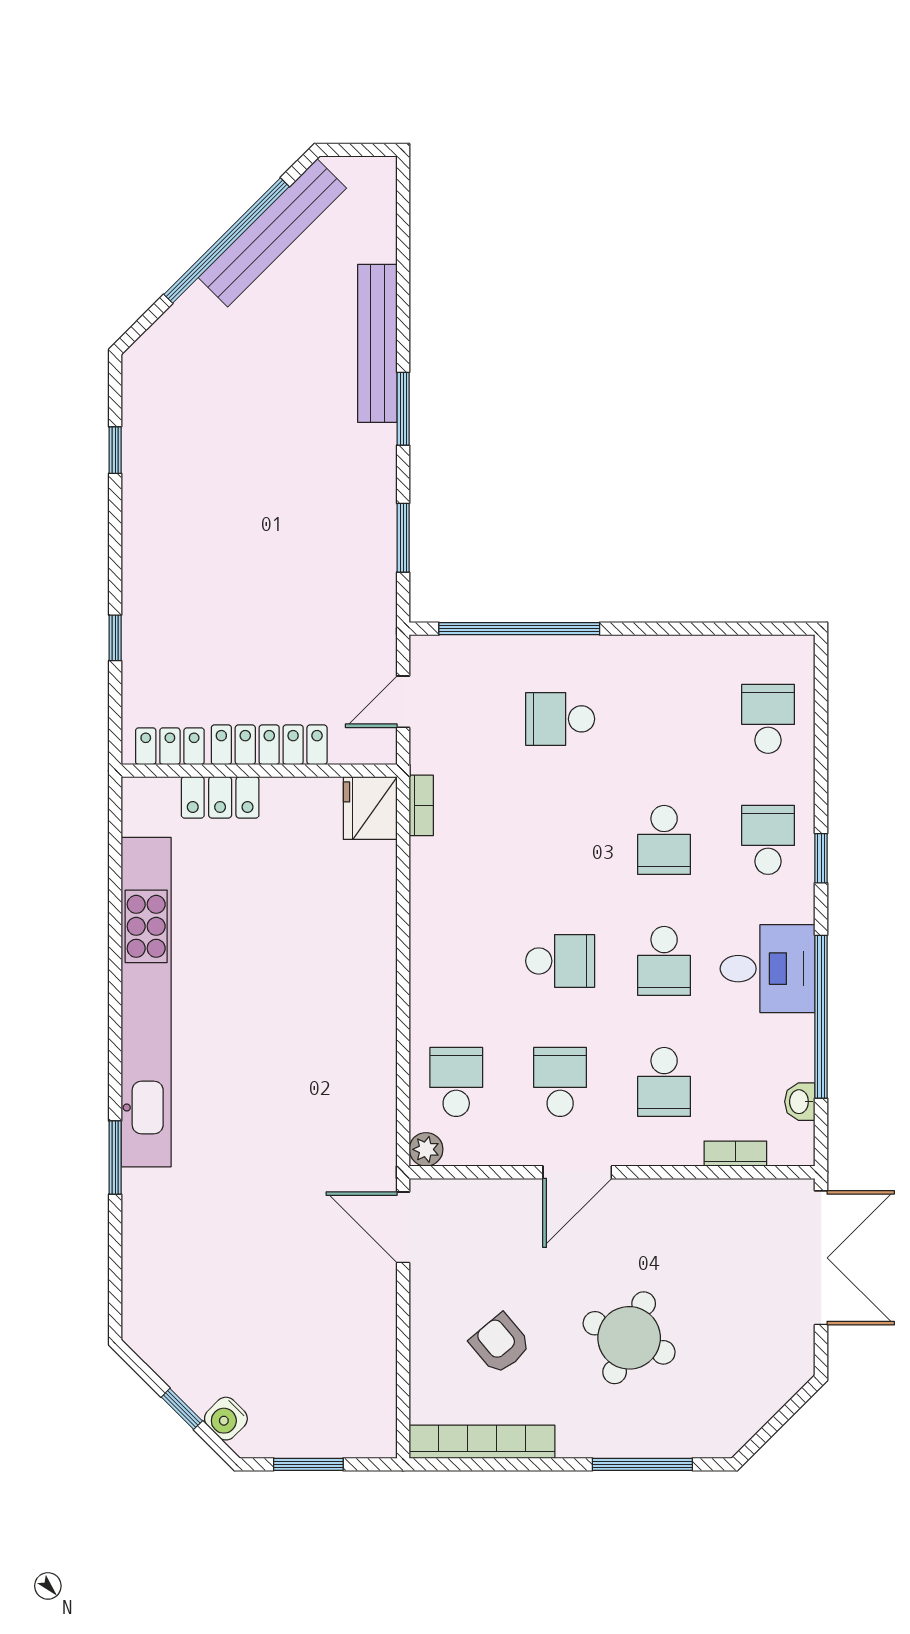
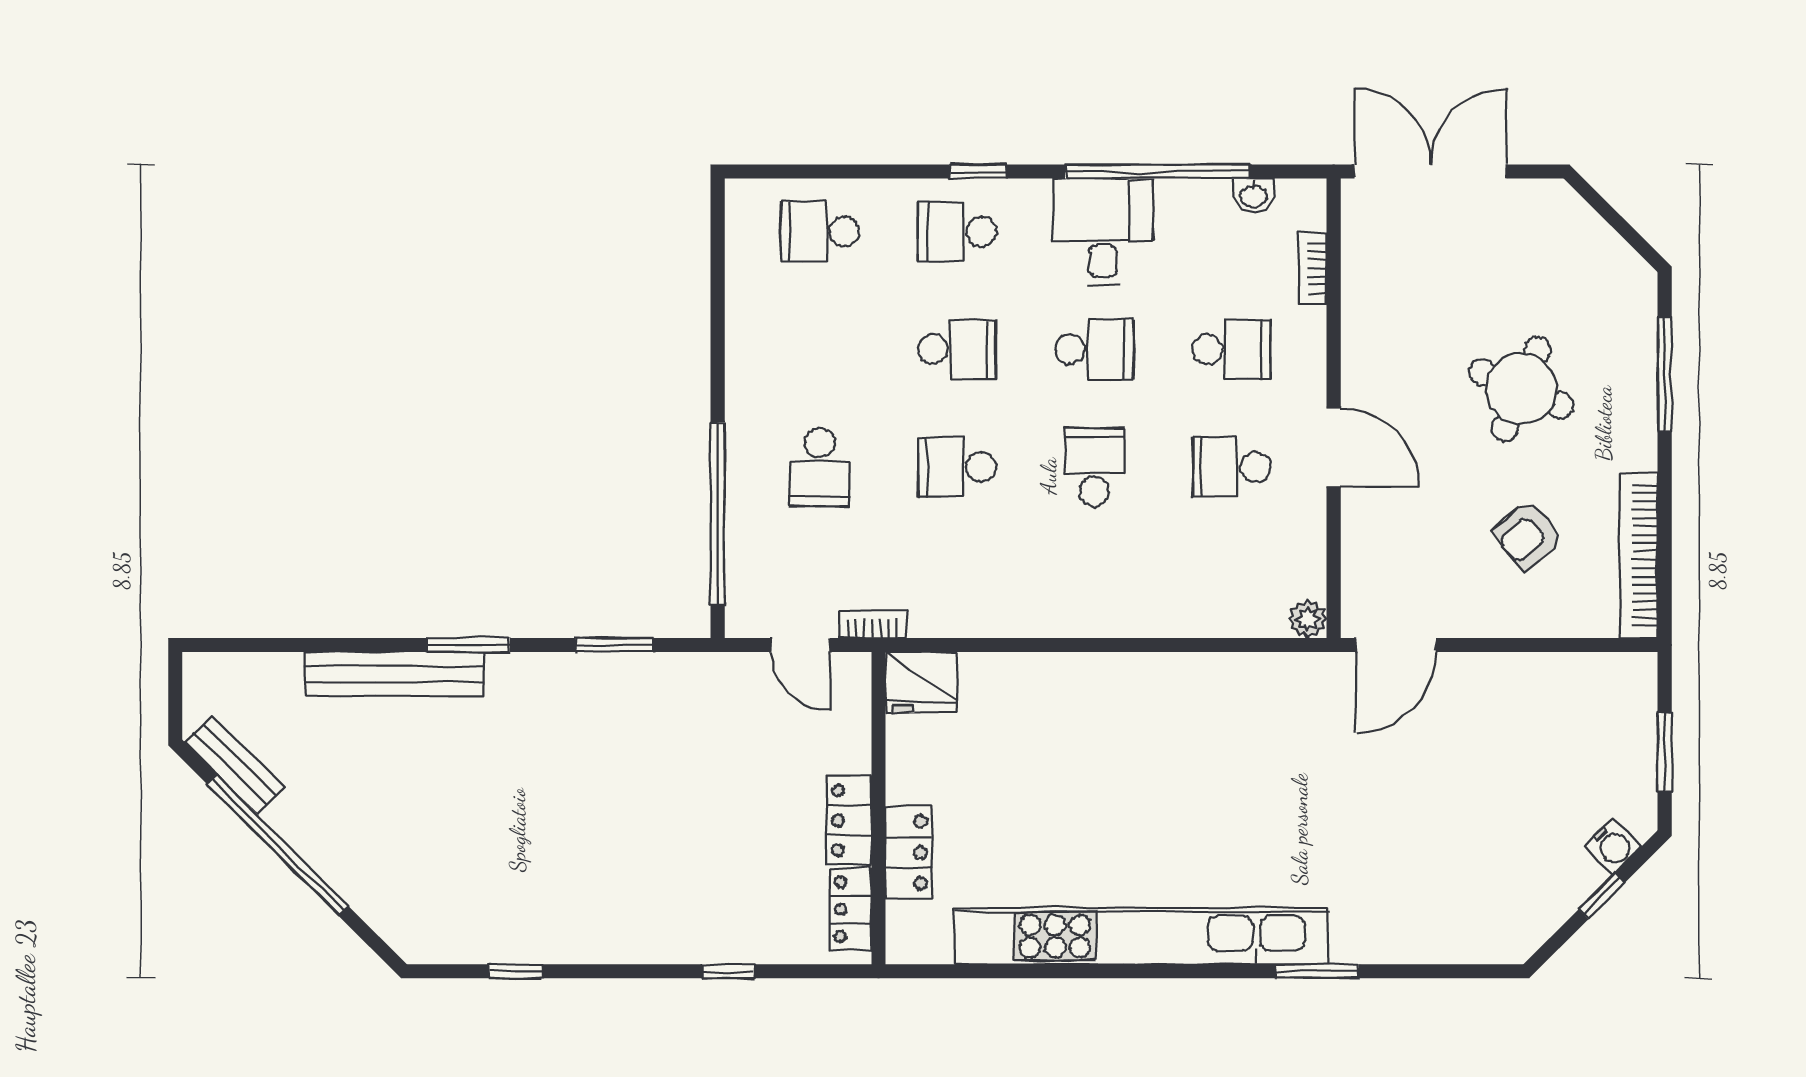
bench: (272, 233) -> (235, 765), width x0.54, depth x0.82
locker: (269, 745) -> (849, 820), width x0.66
bookcase: (421, 805) -> (872, 624), moved
school desk: (456, 1082) -> (957, 467), moved

